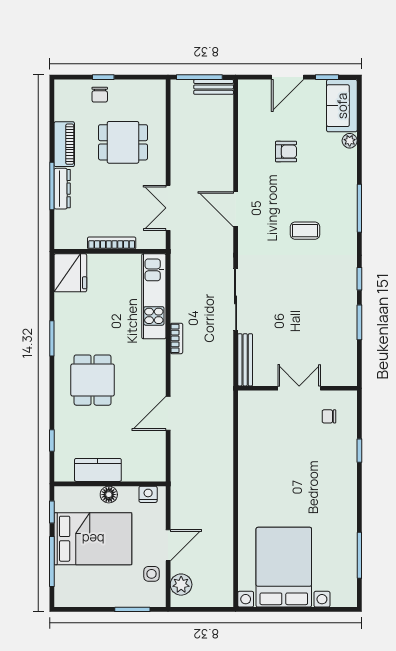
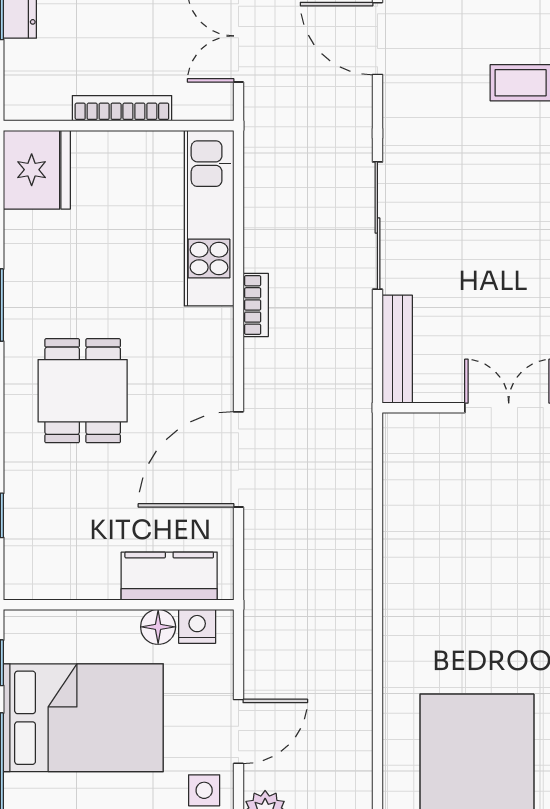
door: (168, 413) -> (238, 459), width x1.36
kitchen counter: (98, 470) -> (169, 576), moved
floor lamp: (109, 495) -> (158, 627), moved

